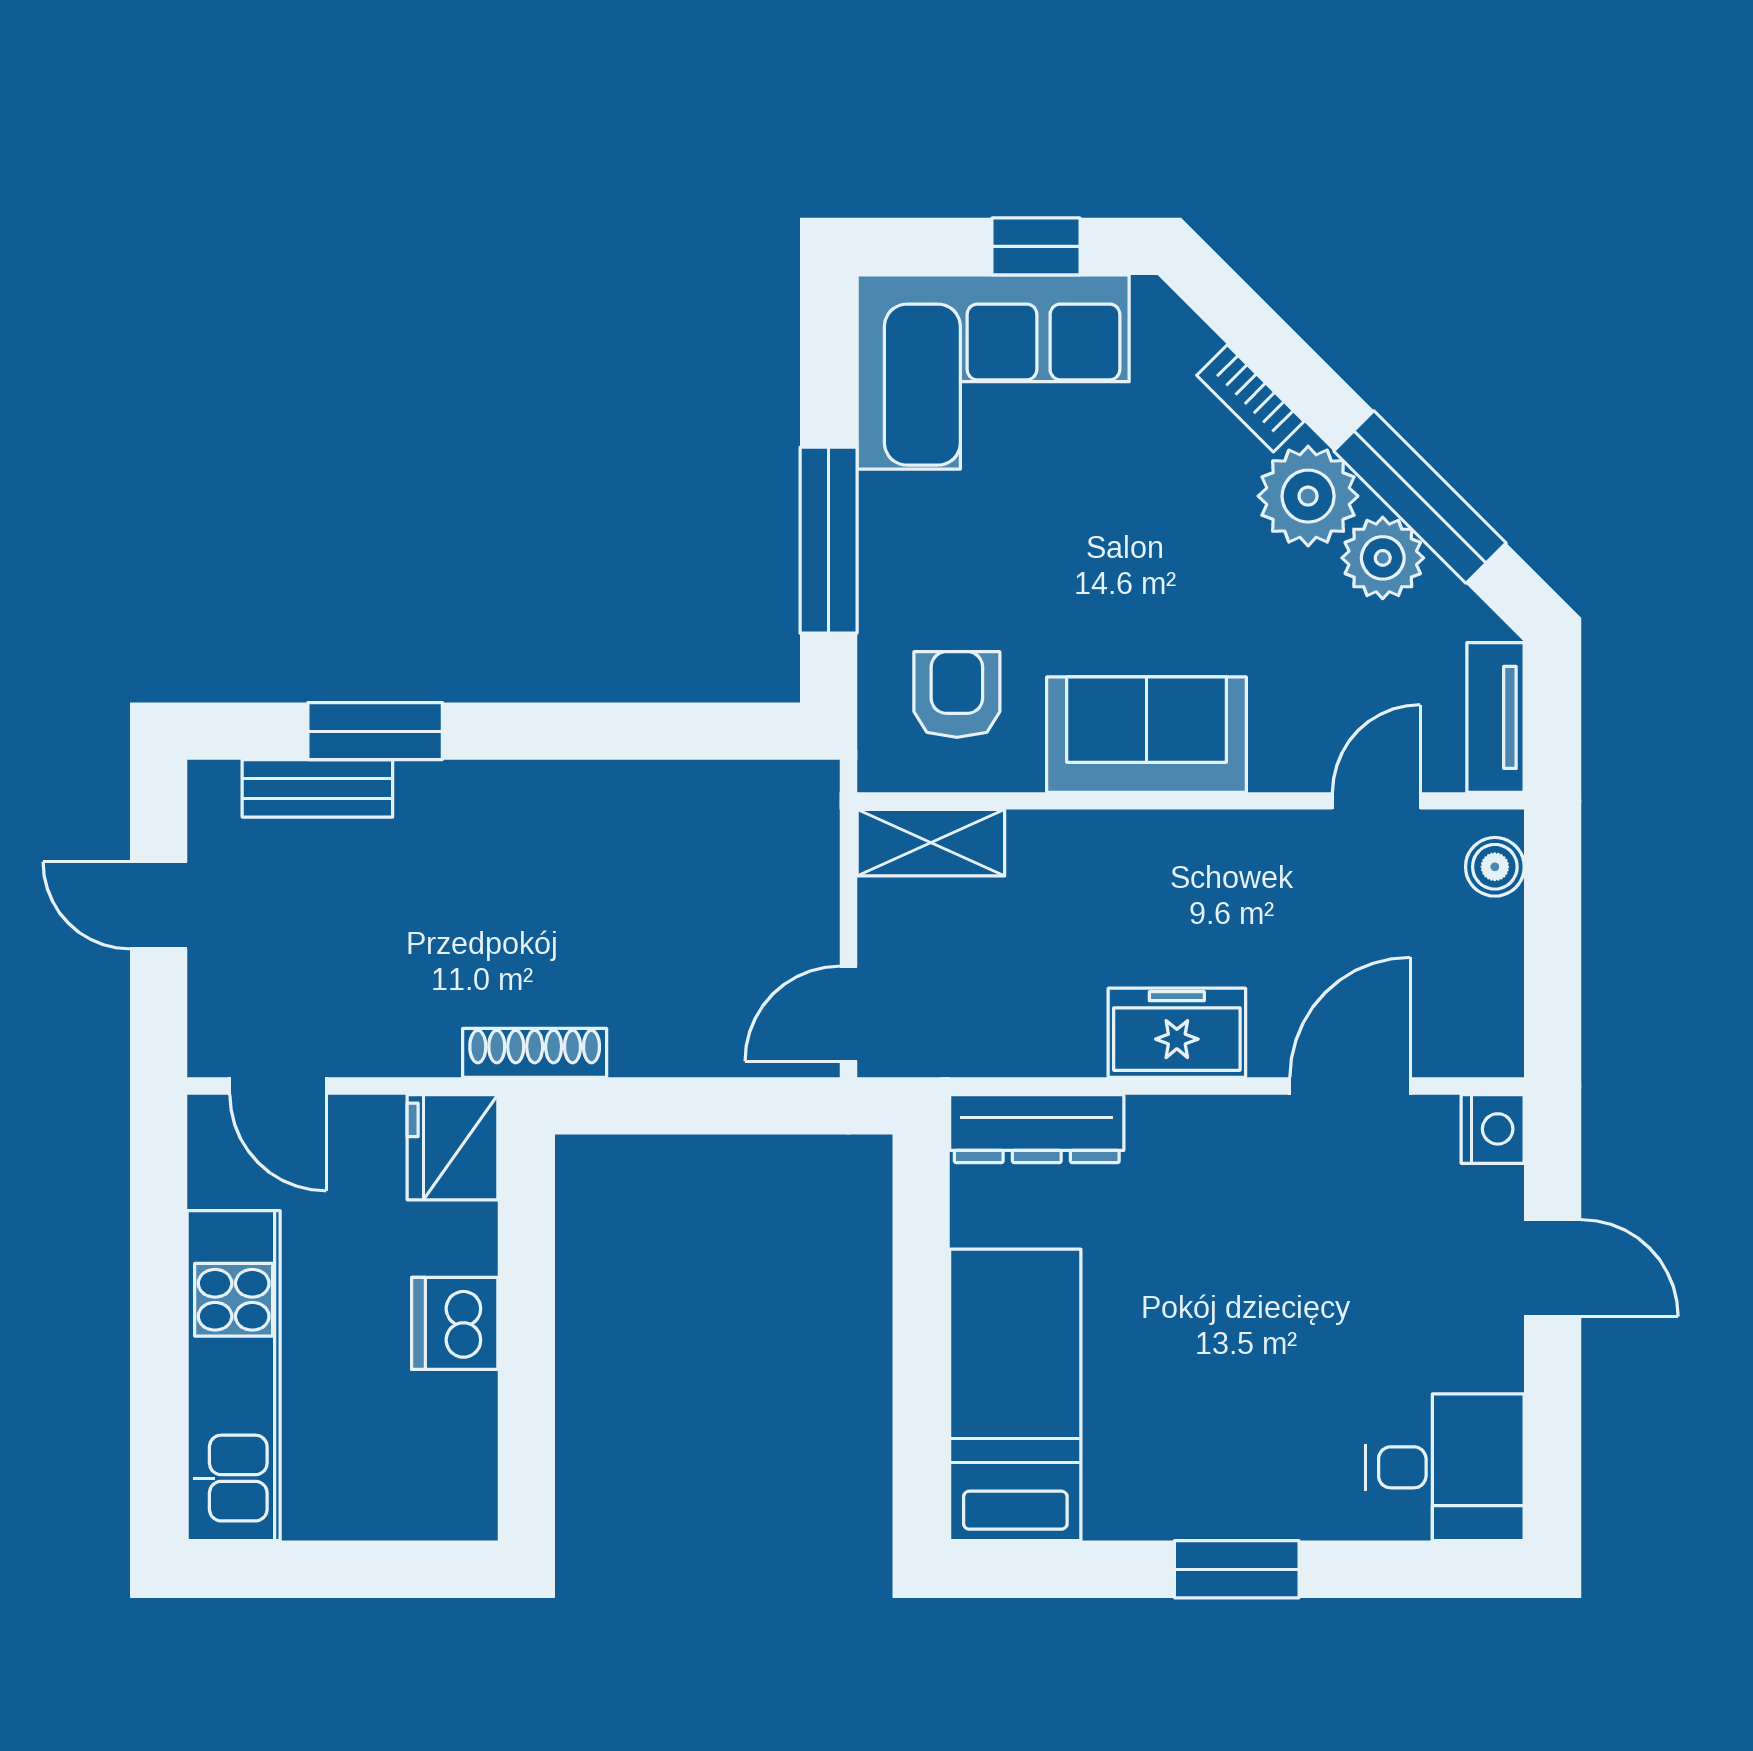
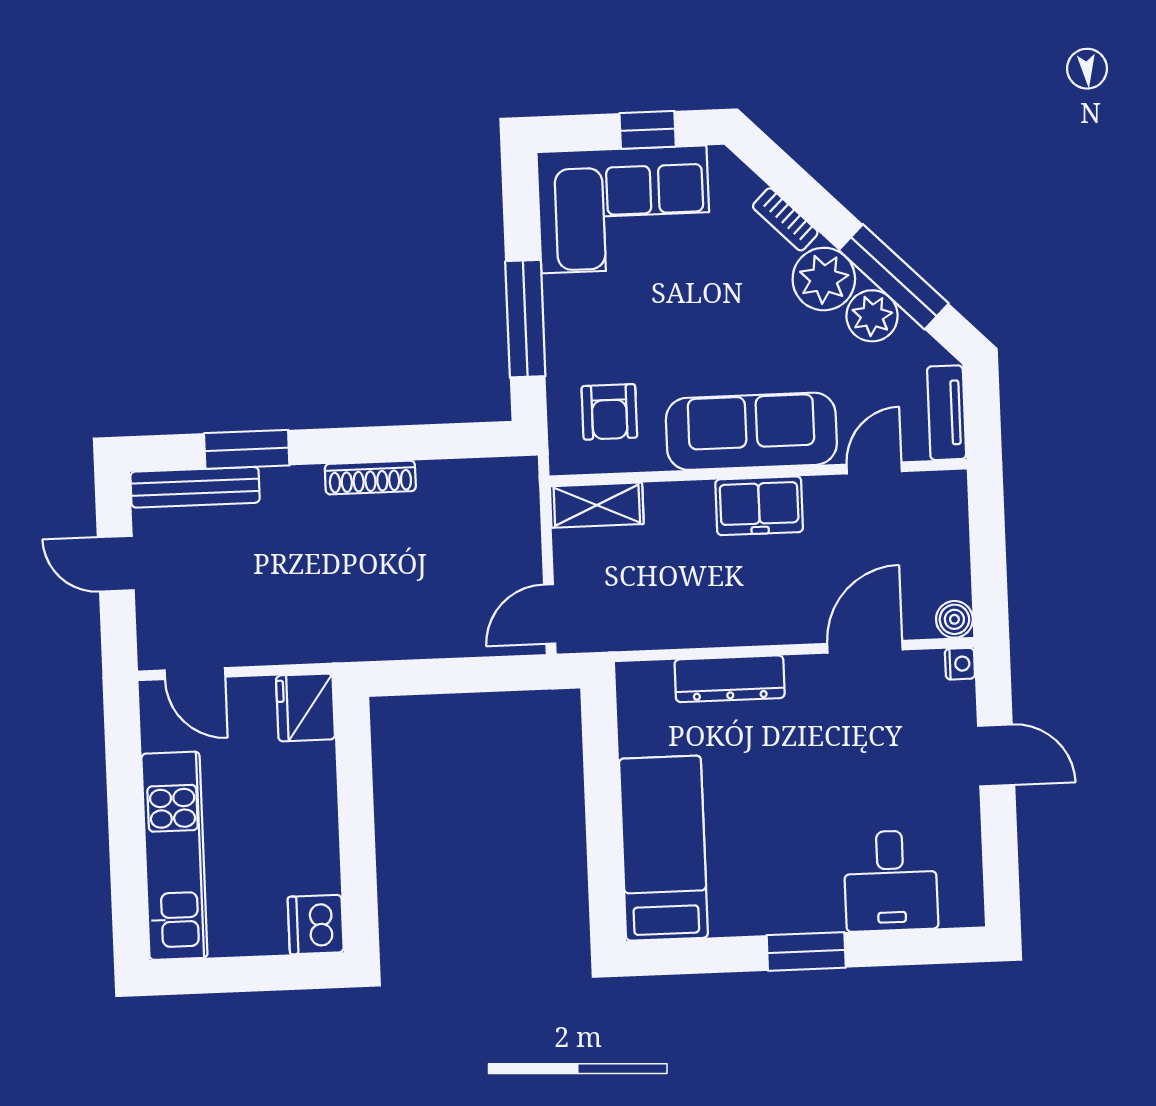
armchair: (957, 695) -> (609, 412), turned 180
sofa: (1147, 735) -> (751, 431), width x1.36
bench: (317, 788) -> (195, 487), width x1.36
boiler: (1495, 867) -> (954, 619), moved
freezer: (1177, 1033) -> (759, 506), moved, turned 180
shoe rack: (535, 1053) -> (370, 478), moved, turned 180
dresser: (1037, 1129) -> (730, 679), moved
nightstand: (1493, 1129) -> (960, 664), width x0.72, depth x0.74
dishwasher: (455, 1323) -> (316, 925), moved
desk: (1445, 1467) -> (891, 881), moved, turned 90

